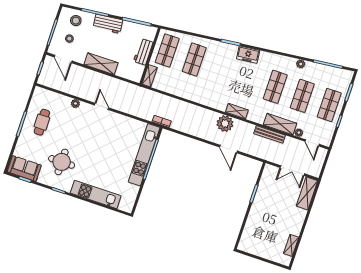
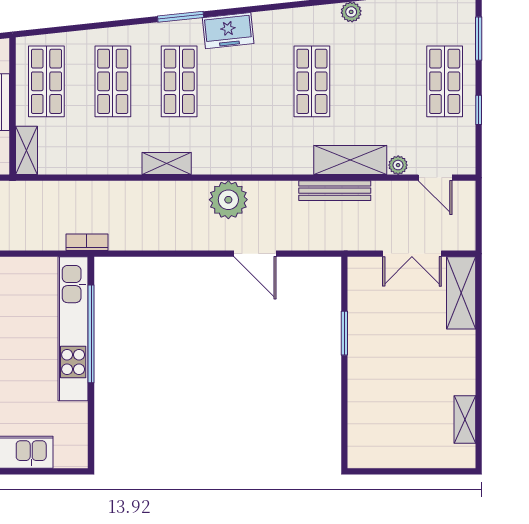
shop shelf: (302, 96) -> (179, 81), moved
shelving: (237, 111) -> (167, 163), moved

